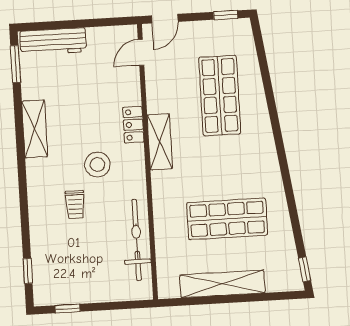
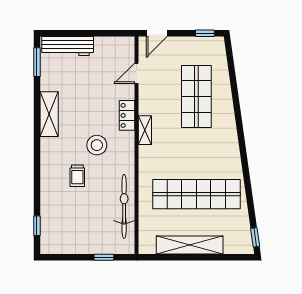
door: (141, 52) -> (136, 73), moved
shelving: (160, 142) -> (145, 130), width x0.67, depth x0.75
shop shelf: (227, 219) -> (196, 194), width x1.40
window: (68, 309) -> (104, 257), moved

